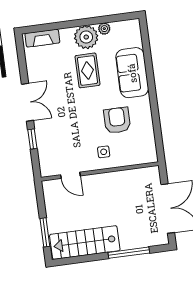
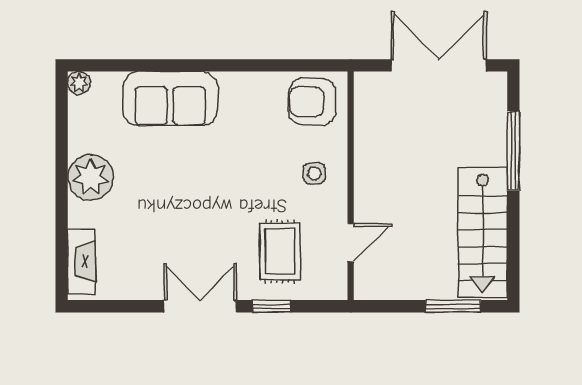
plant: (104, 29) -> (79, 83), moved
rug: (88, 70) -> (280, 252), moved, turned 90
armchair: (117, 120) -> (312, 102), moved

